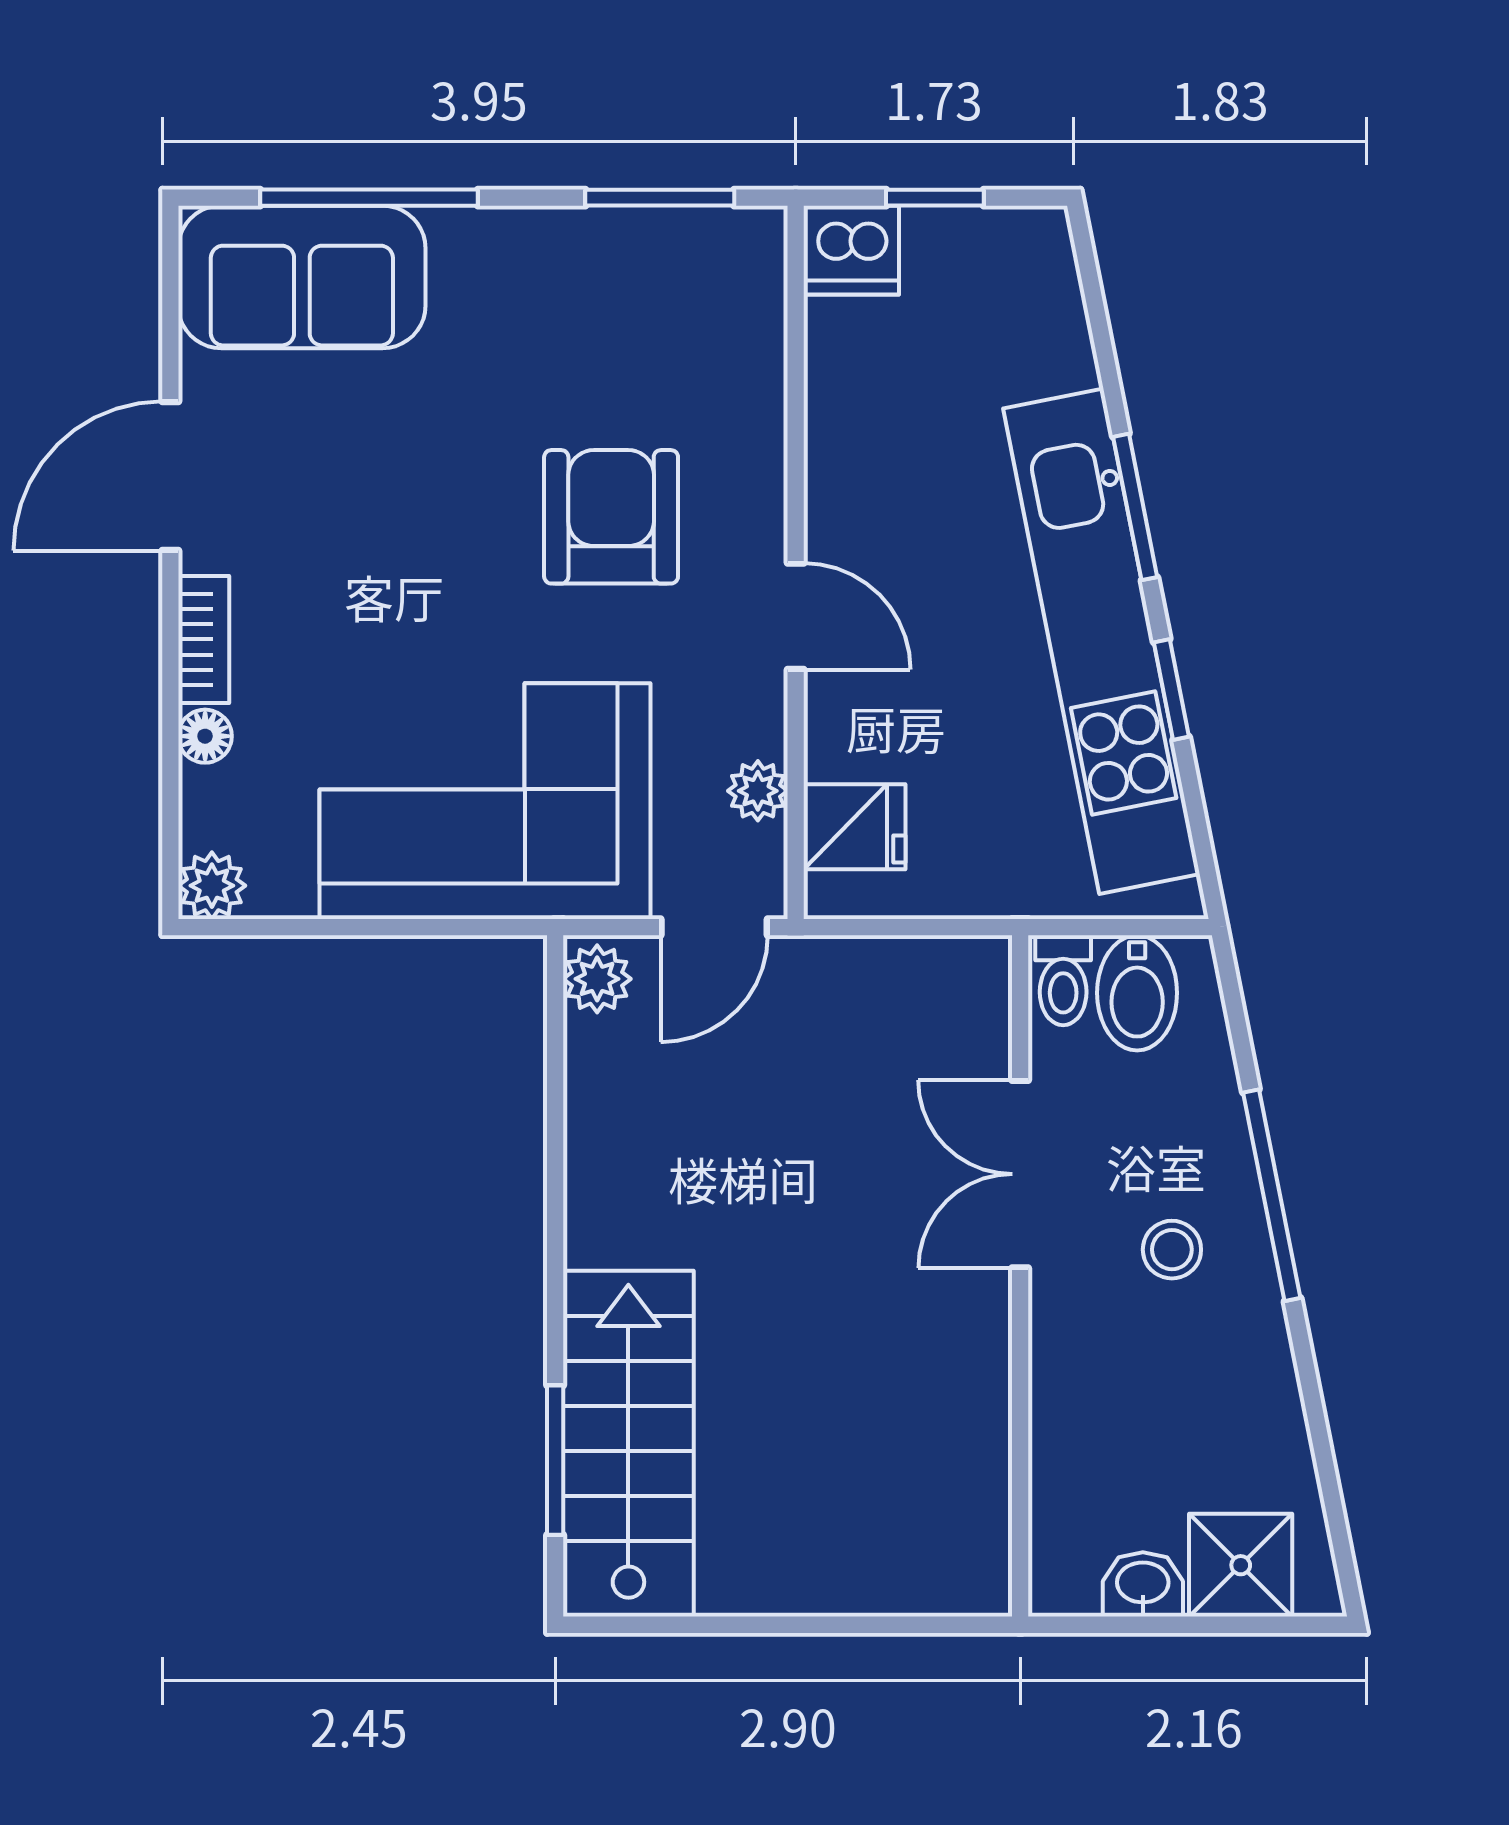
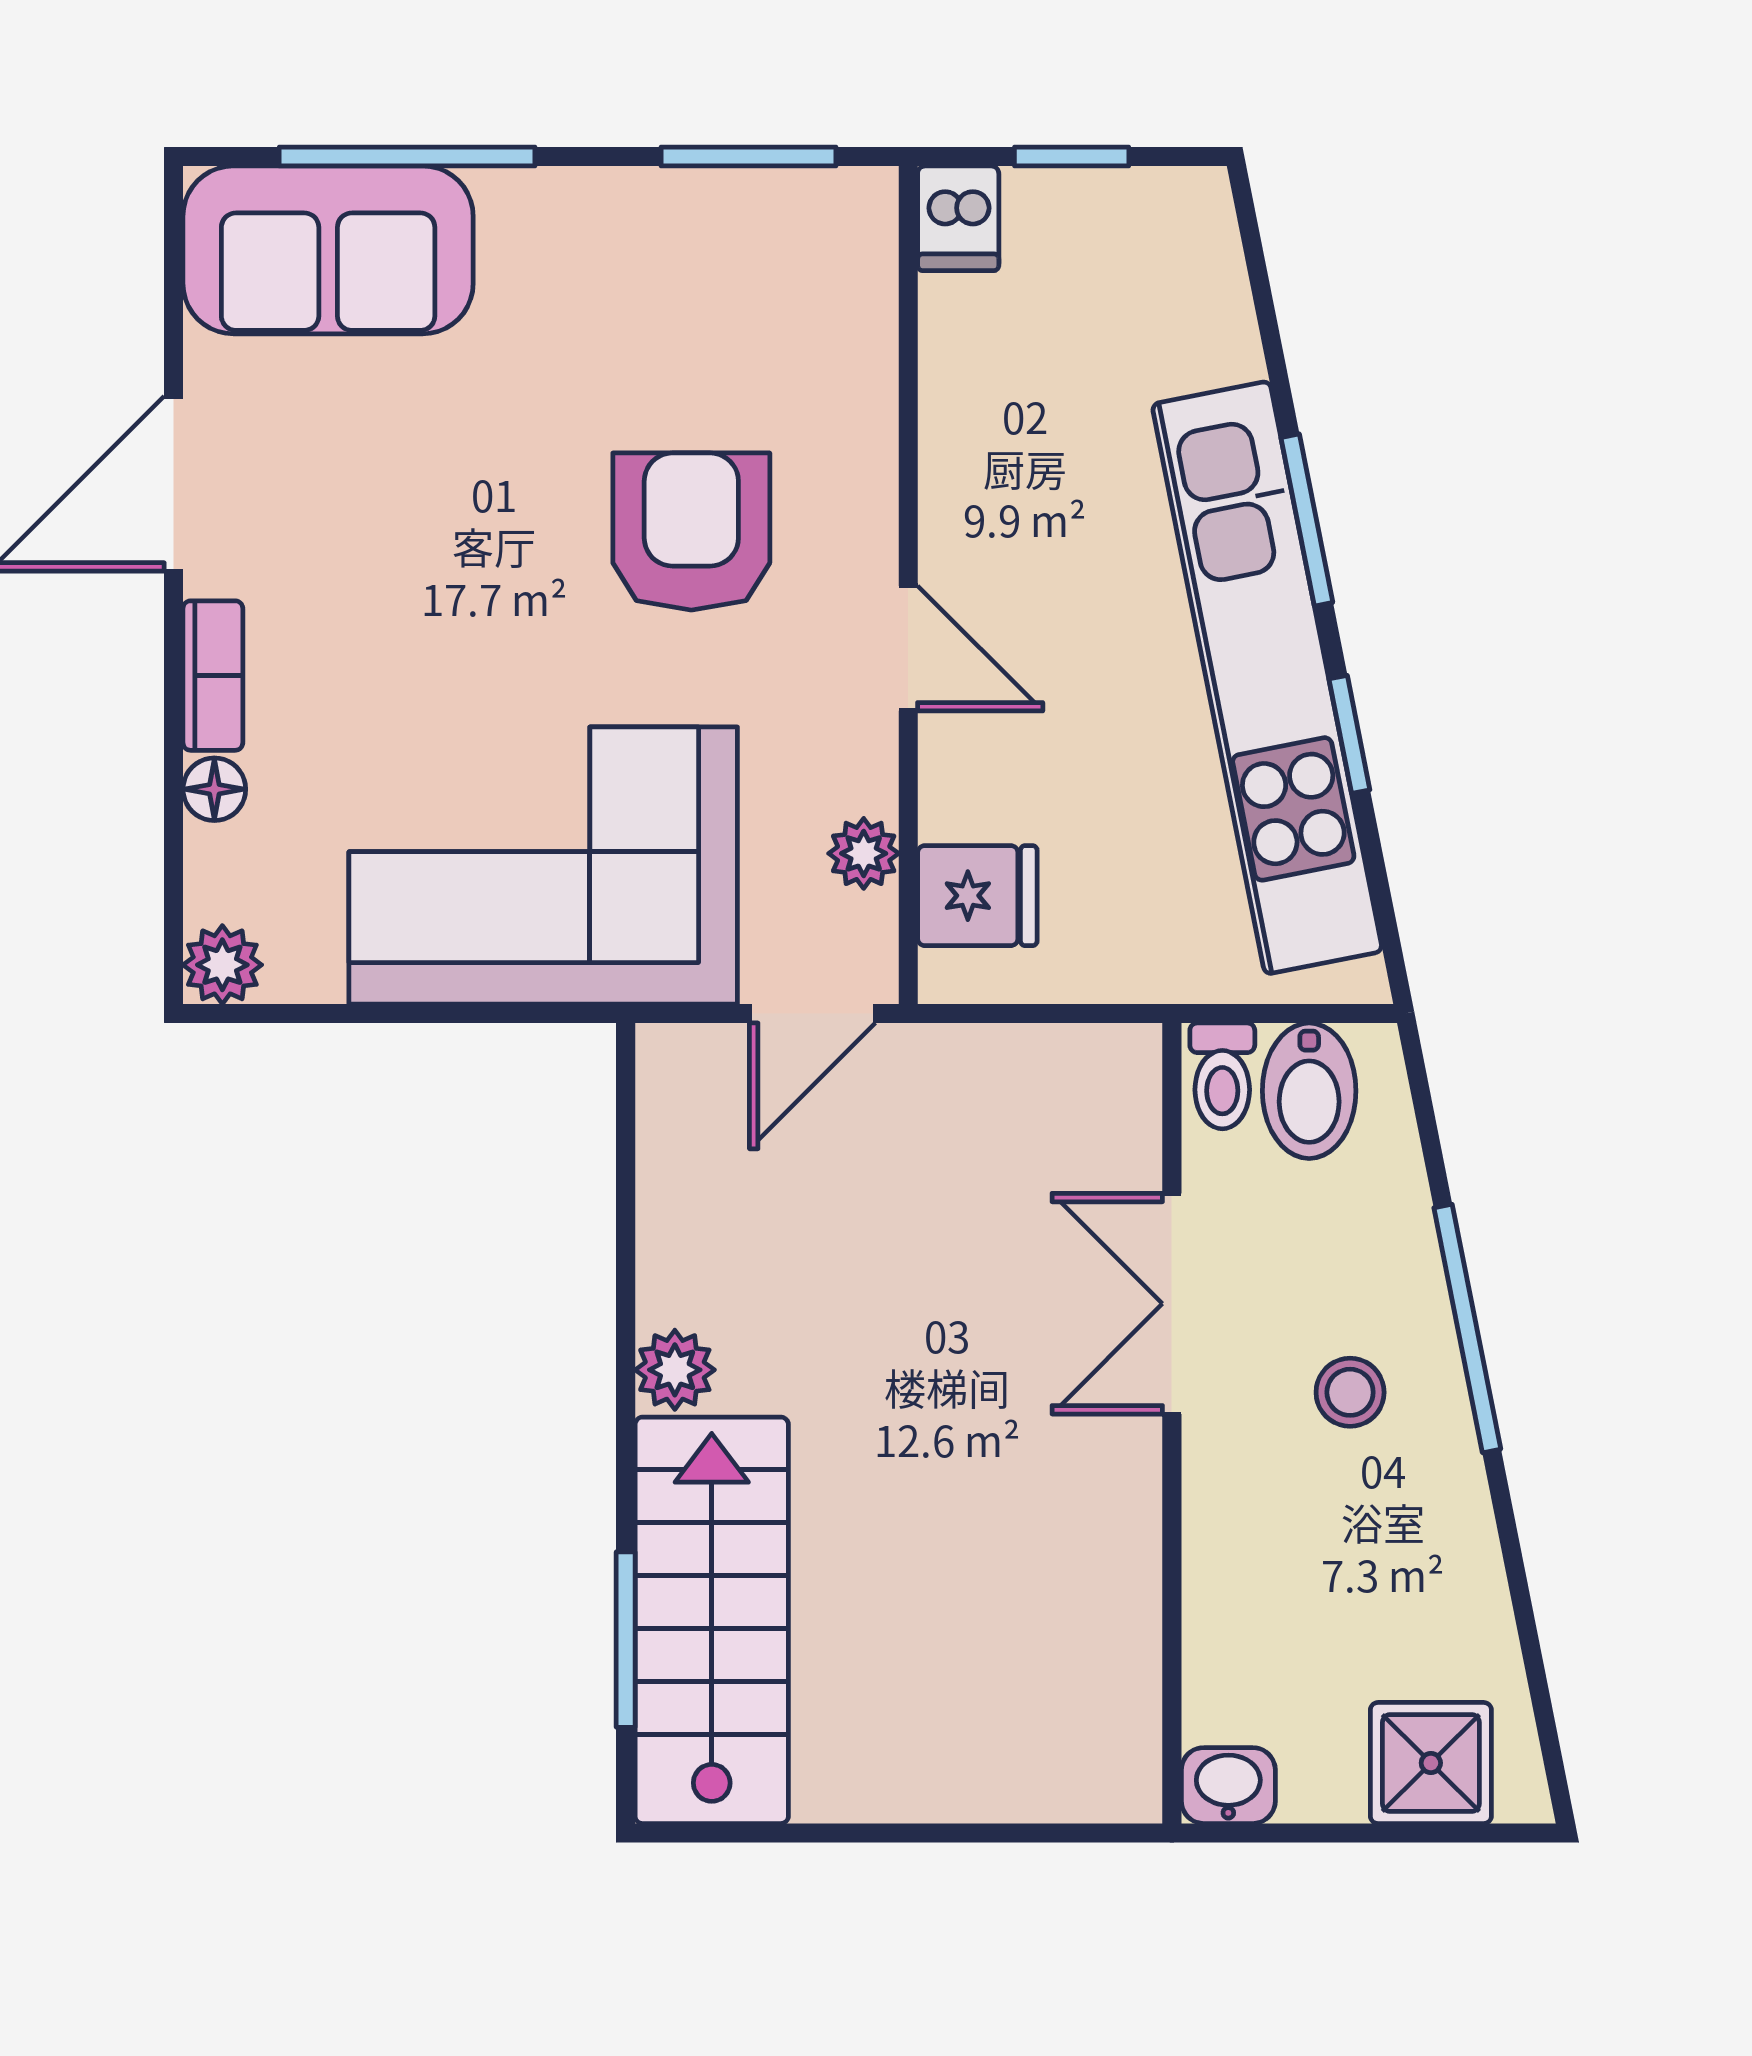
dishwasher: (851, 250) -> (958, 218), width x0.73
plant: (597, 979) -> (675, 1370), moved
washbasin: (1143, 1584) -> (1228, 1786), moved

